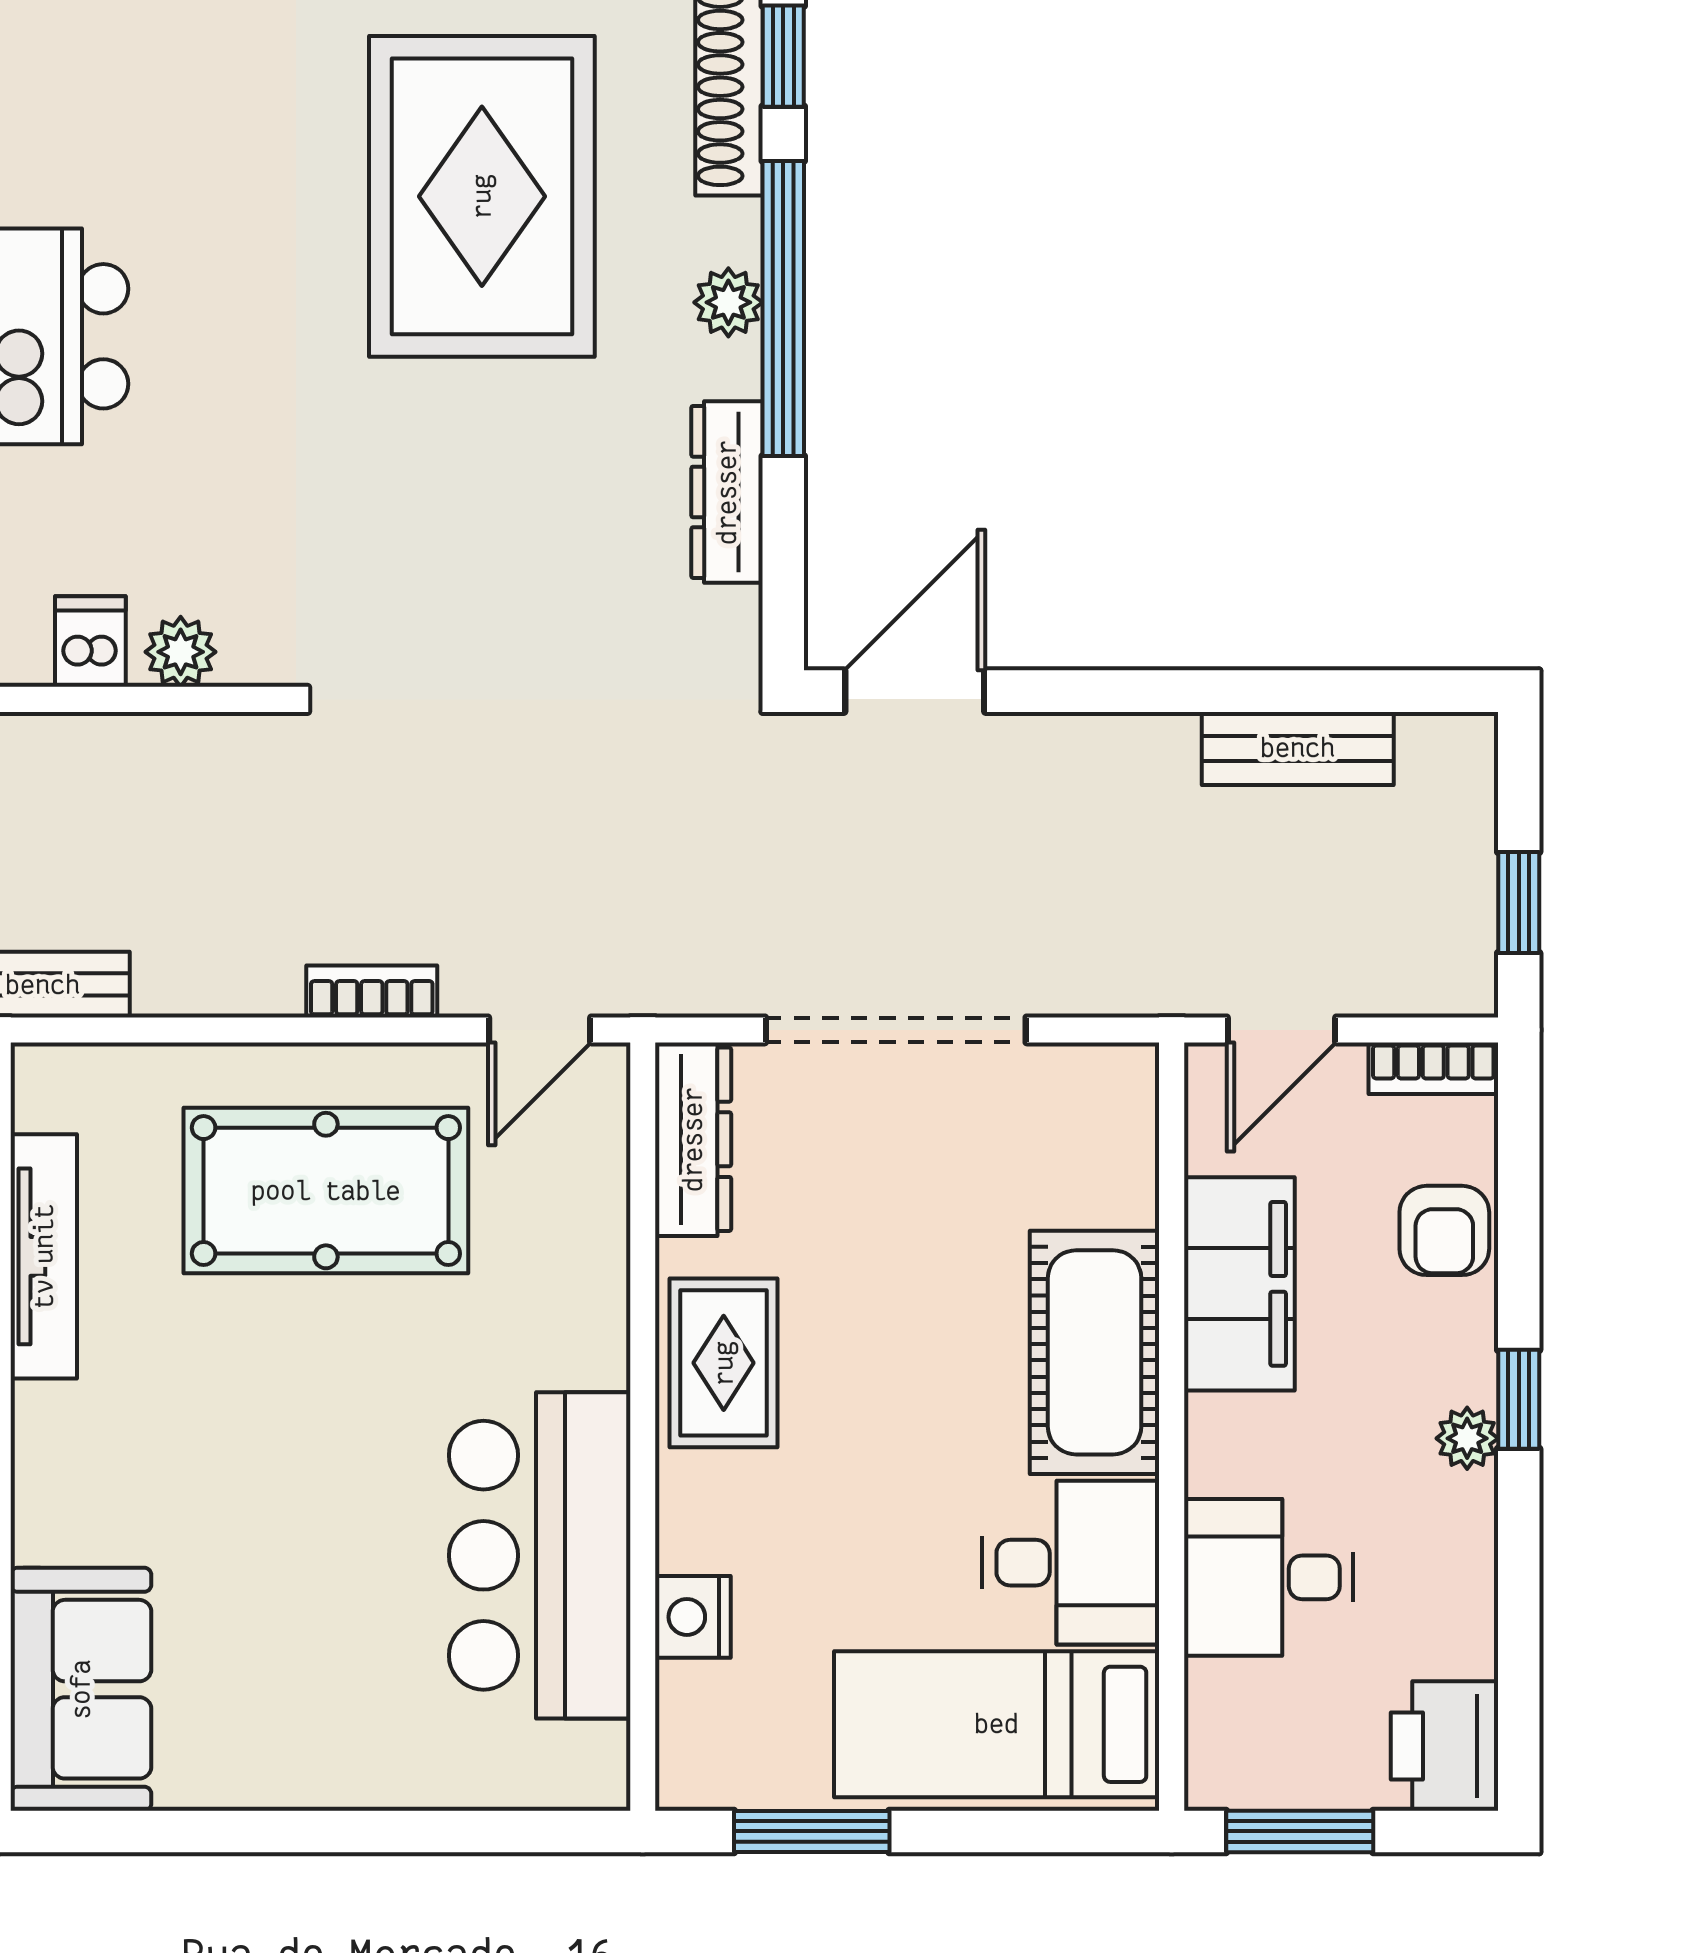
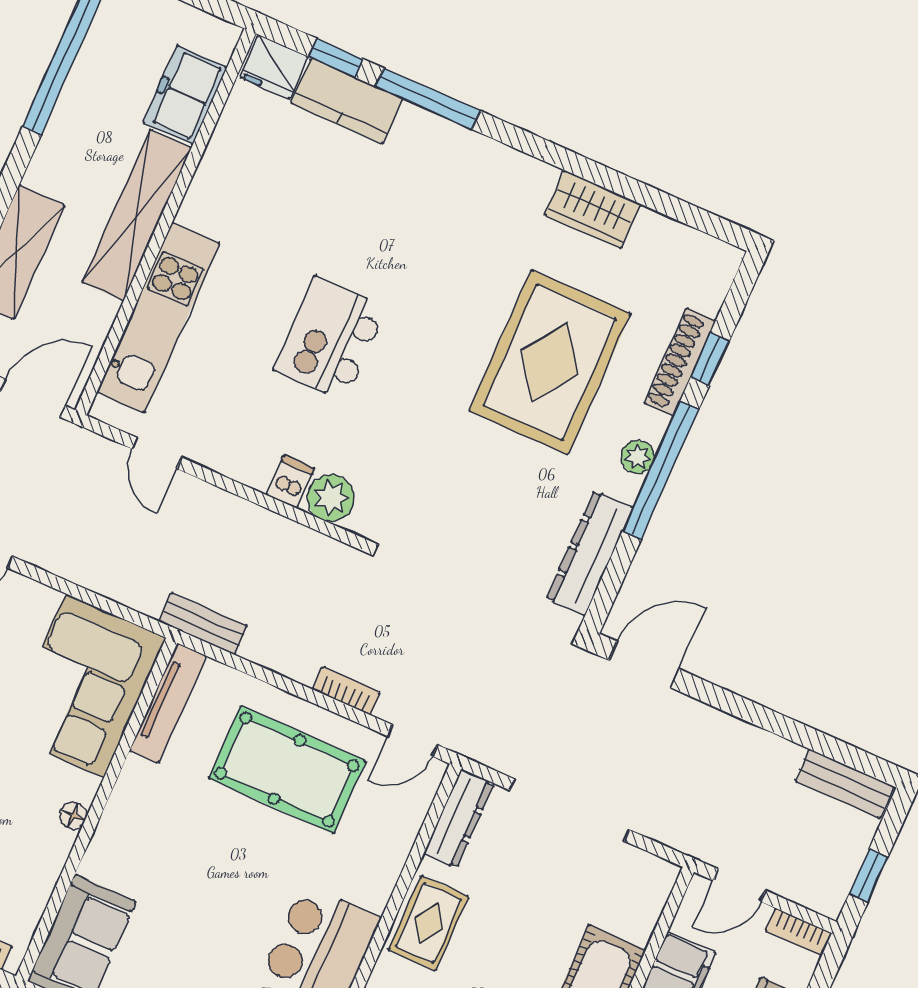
dresser: (727, 492) -> (590, 553), width x1.37, depth x1.24
plant: (181, 652) -> (331, 498), width x1.38, depth x1.38
bench: (1298, 748) -> (844, 784), moved
tv unit: (44, 1256) -> (168, 703), moved

